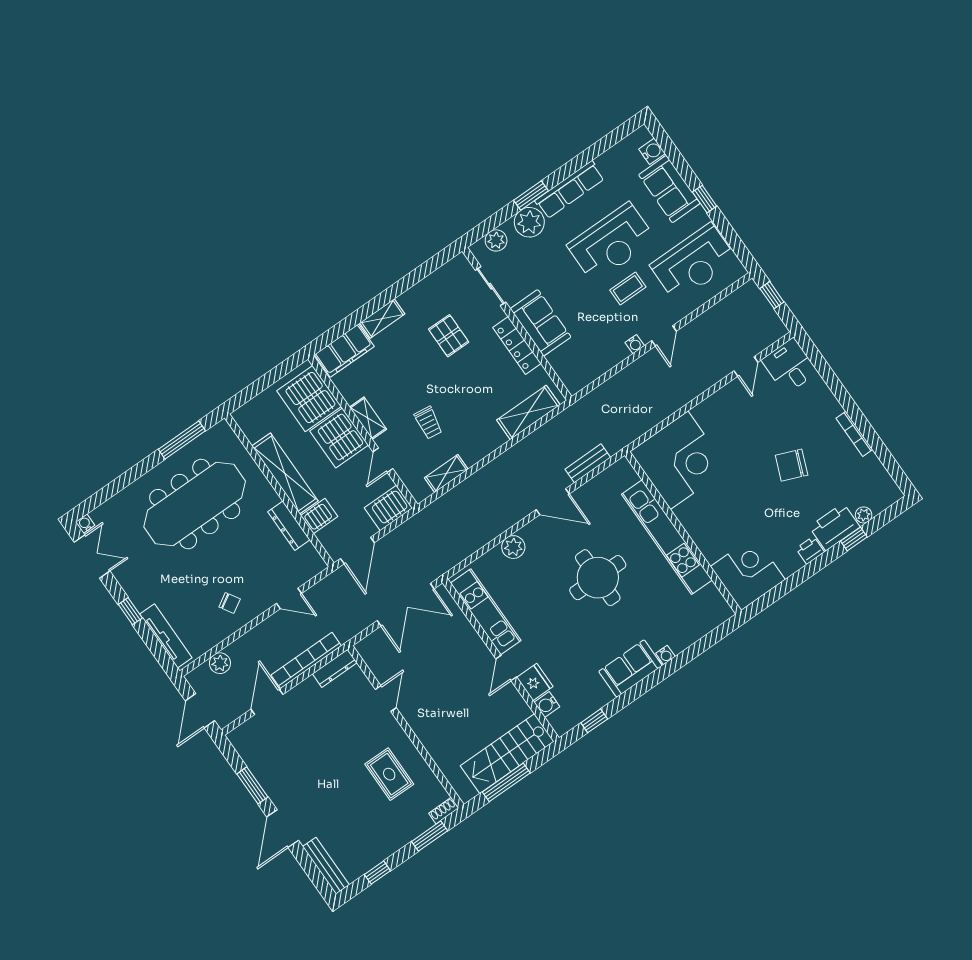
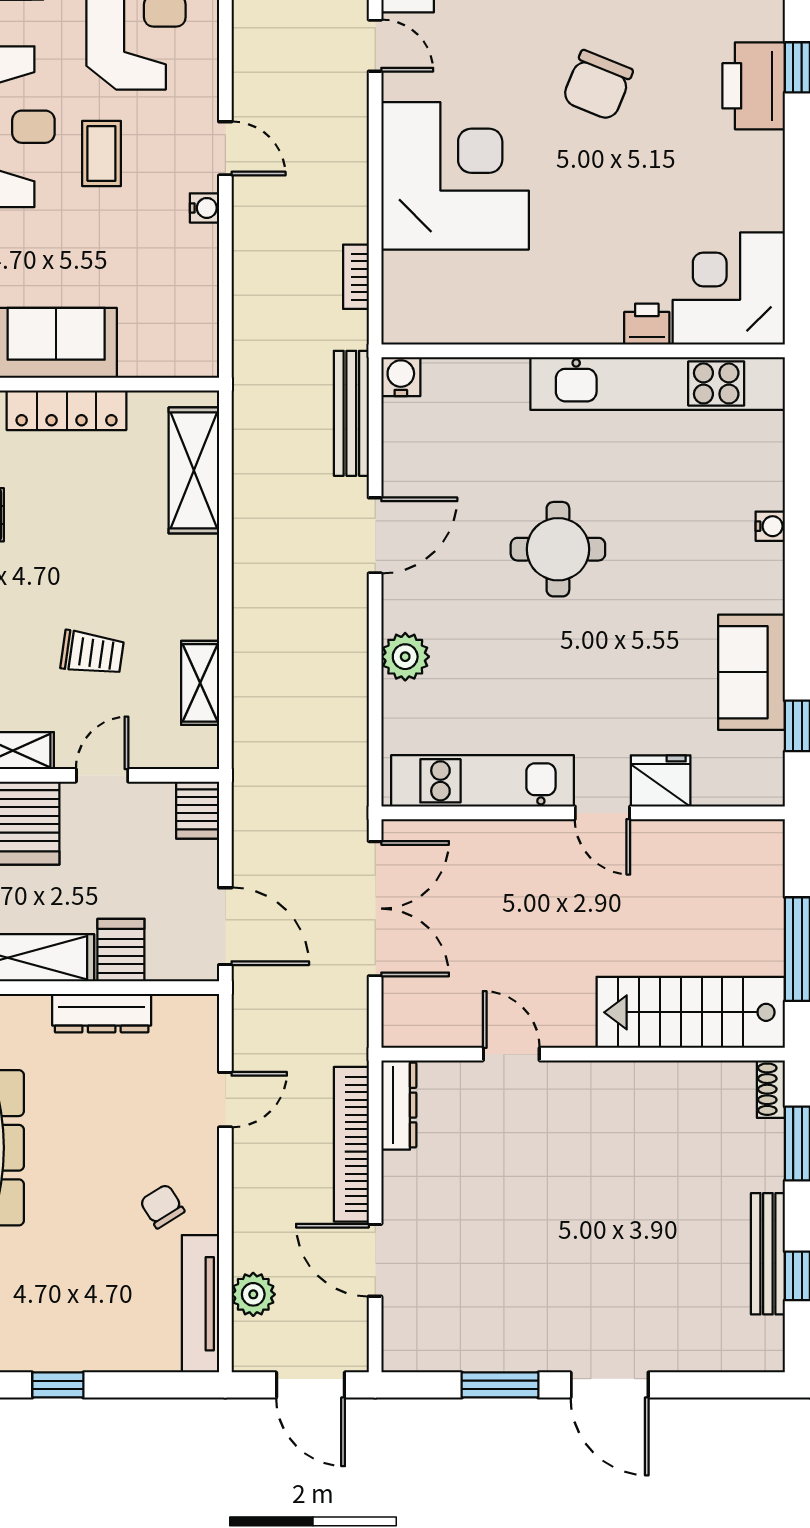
bookcase: (649, 423) -> (356, 277), added
door: (383, 460) -> (102, 775), swing flipped
corner desk: (679, 460) -> (455, 176), moved
bench: (588, 463) -> (351, 413), width x1.36
server rack: (388, 508) -> (198, 810), width x0.73, depth x0.70
plant: (864, 515) -> (768, 22), removed
kitchen unit: (667, 537) -> (658, 383), moved
printer: (810, 550) -> (647, 324), moved, turned 90
round table: (598, 578) -> (558, 549), width x0.73, depth x0.73
chair: (230, 603) -> (162, 1206), turned -91
tv unit: (166, 636) -> (200, 1304), moved, turned -90
sofa: (630, 668) -> (752, 672), moved
water cooler: (547, 704) -> (401, 377), moved, turned 180
stairs: (507, 754) -> (691, 1012), moved, turned 90
rug: (389, 774) -> (644, 1138), removed
bench: (326, 866) -> (768, 1254), moved, turned 90

